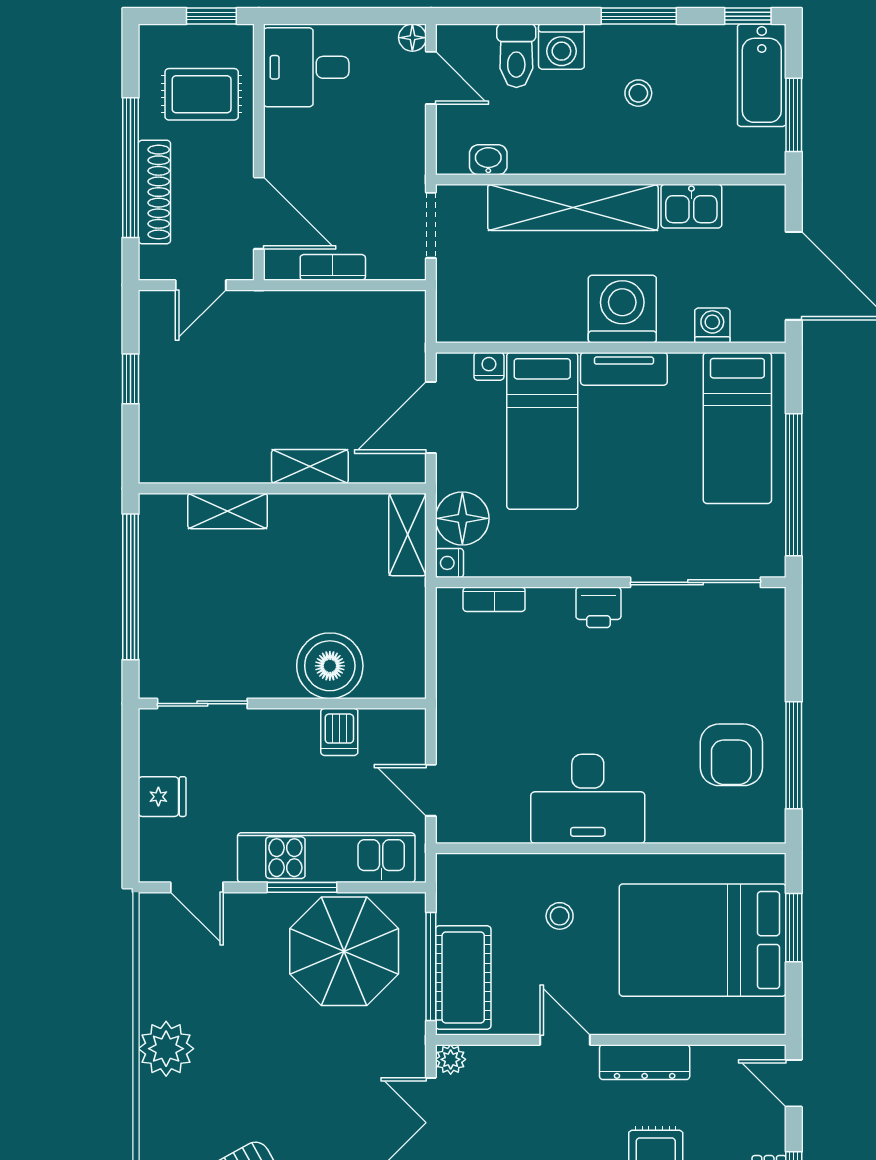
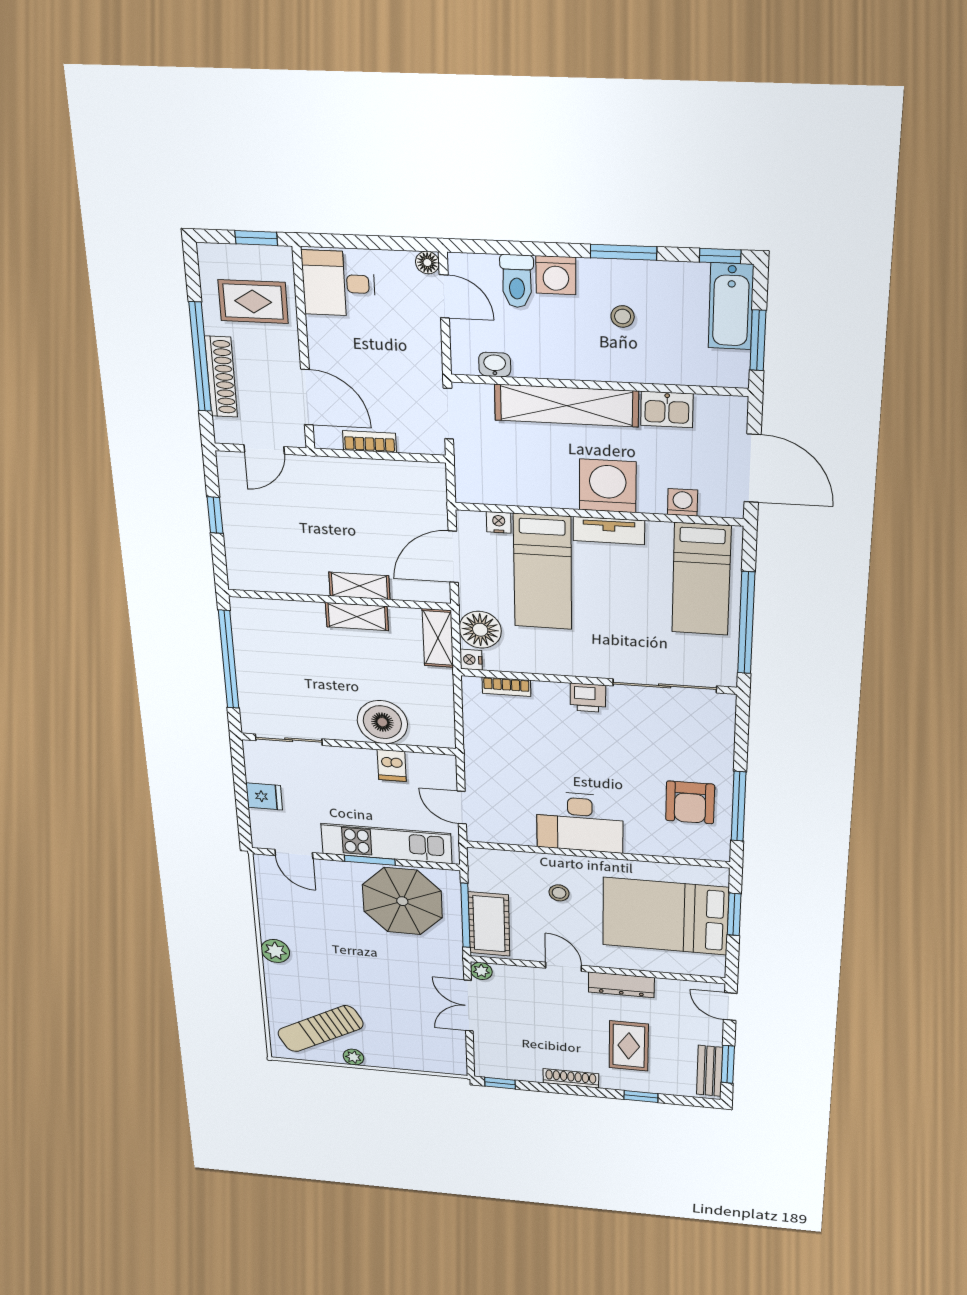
shelving: (228, 511) -> (357, 617), moved
plant: (166, 1049) -> (275, 951), width x0.73, depth x0.73

